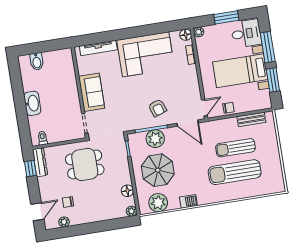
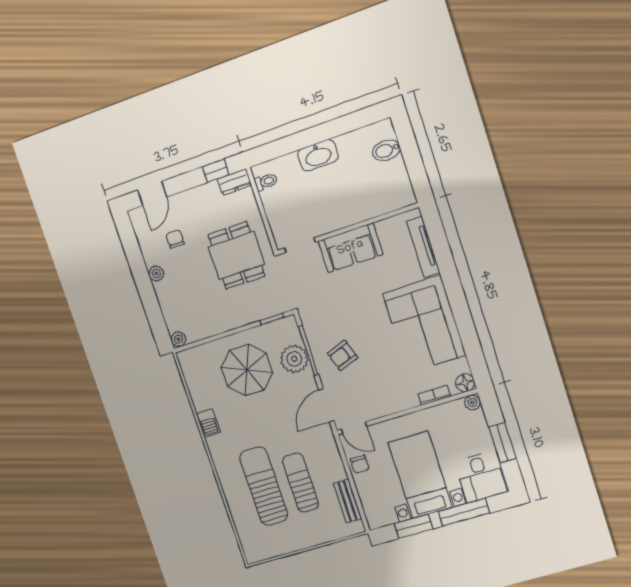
dresser: (40, 162) -> (234, 182), width x0.70
floor lamp: (127, 191) -> (208, 328), removed
plant: (158, 203) -> (198, 378), removed
door: (37, 212) -> (152, 194), hinge flipped
plant: (64, 222) -> (156, 274), moved

